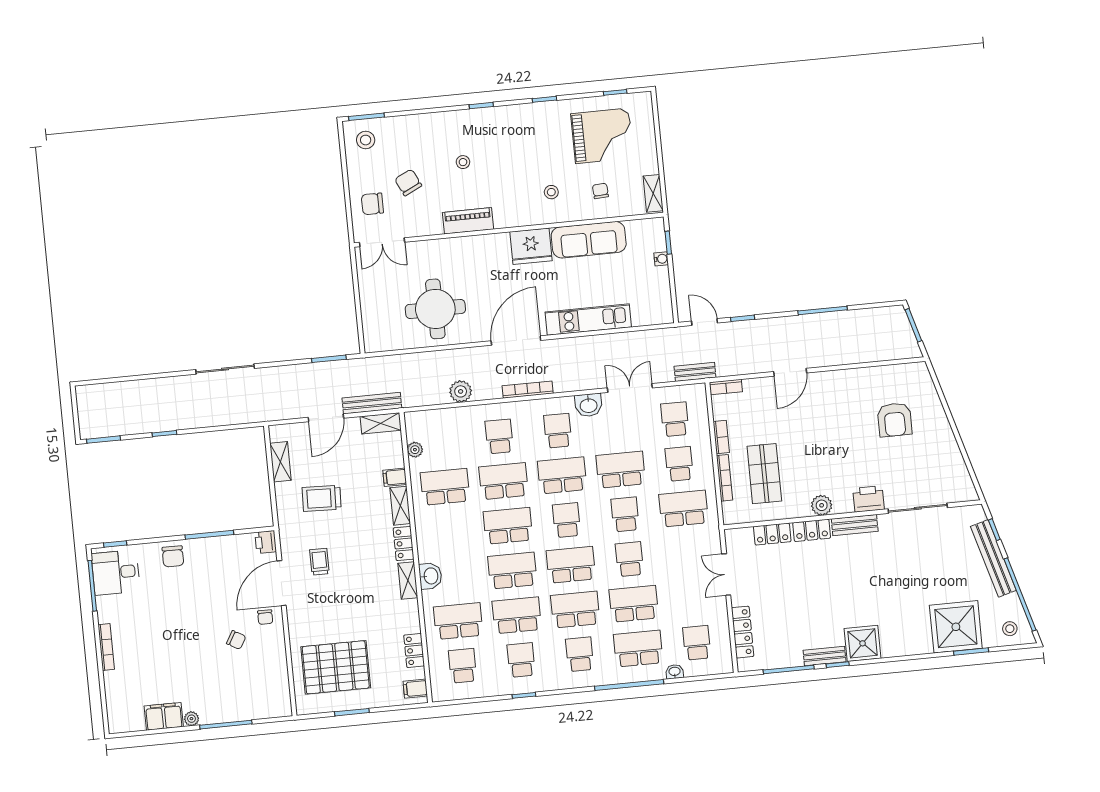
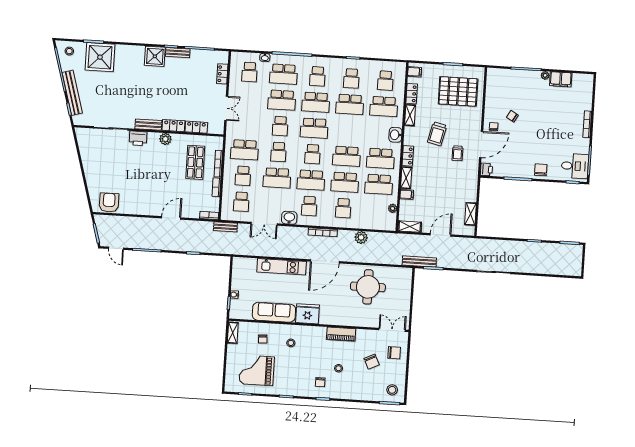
chair: (490, 133) -> (320, 382), added
door: (705, 322) -> (116, 248), moved
bench: (372, 403) -> (419, 261), moved
armchair: (895, 420) -> (109, 202), moved
trolley: (322, 498) -> (437, 134), moved, turned 101
school desk: (512, 571) -> (380, 158), moved
shelving: (408, 581) -> (410, 115), moved
locker: (743, 632) -> (222, 74), width x0.66

